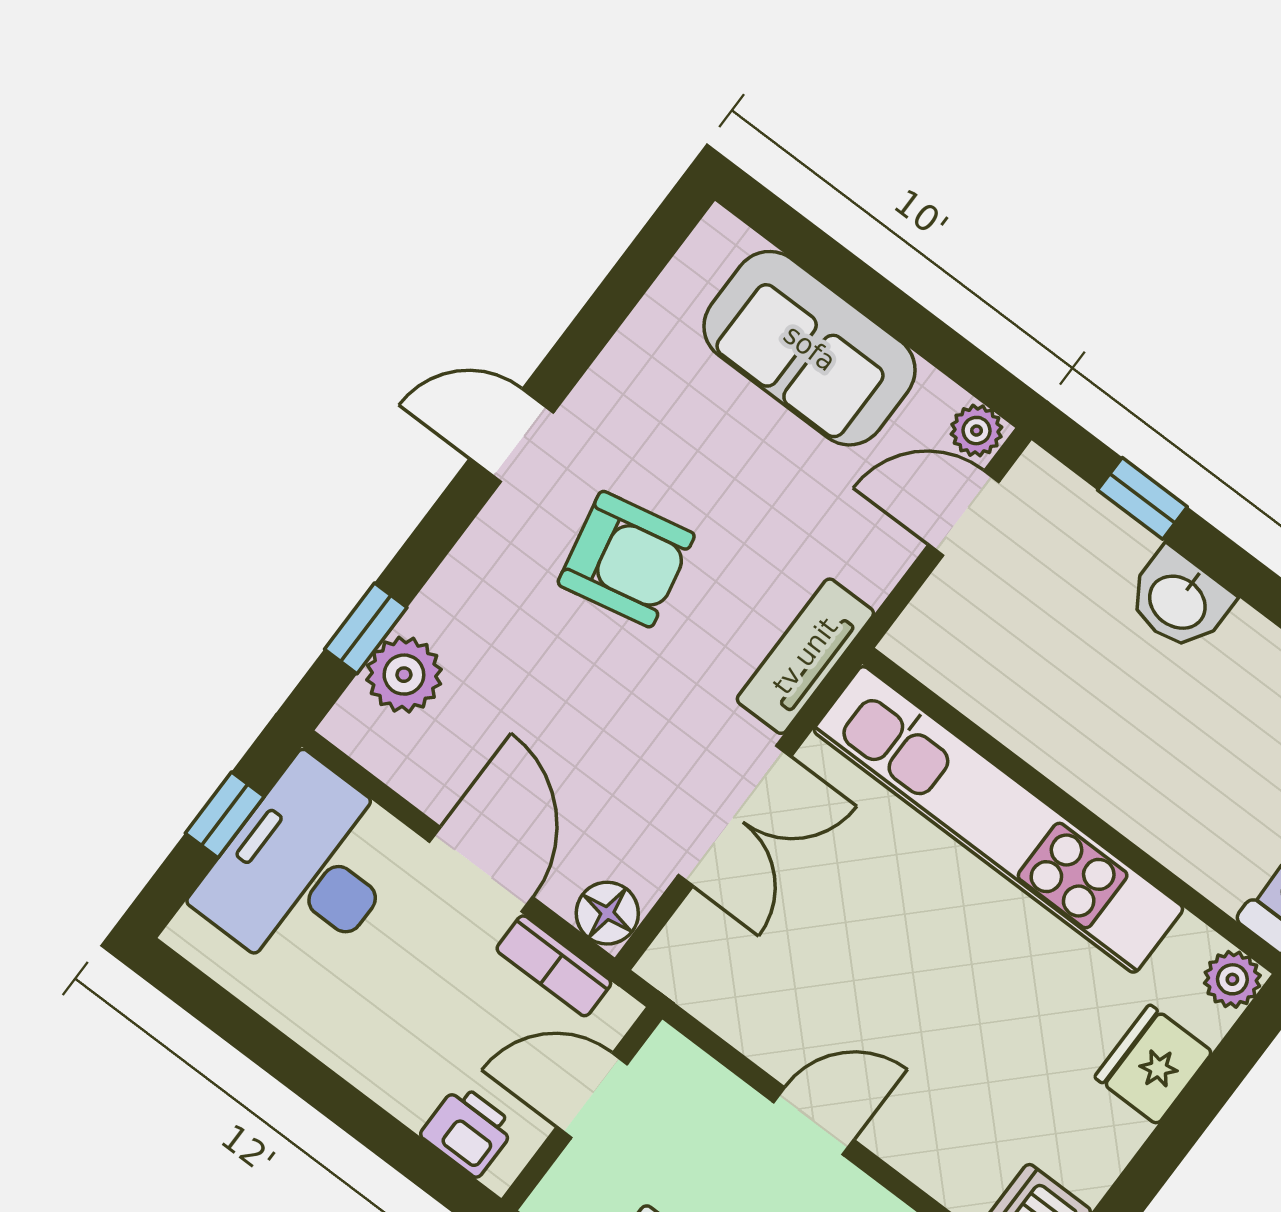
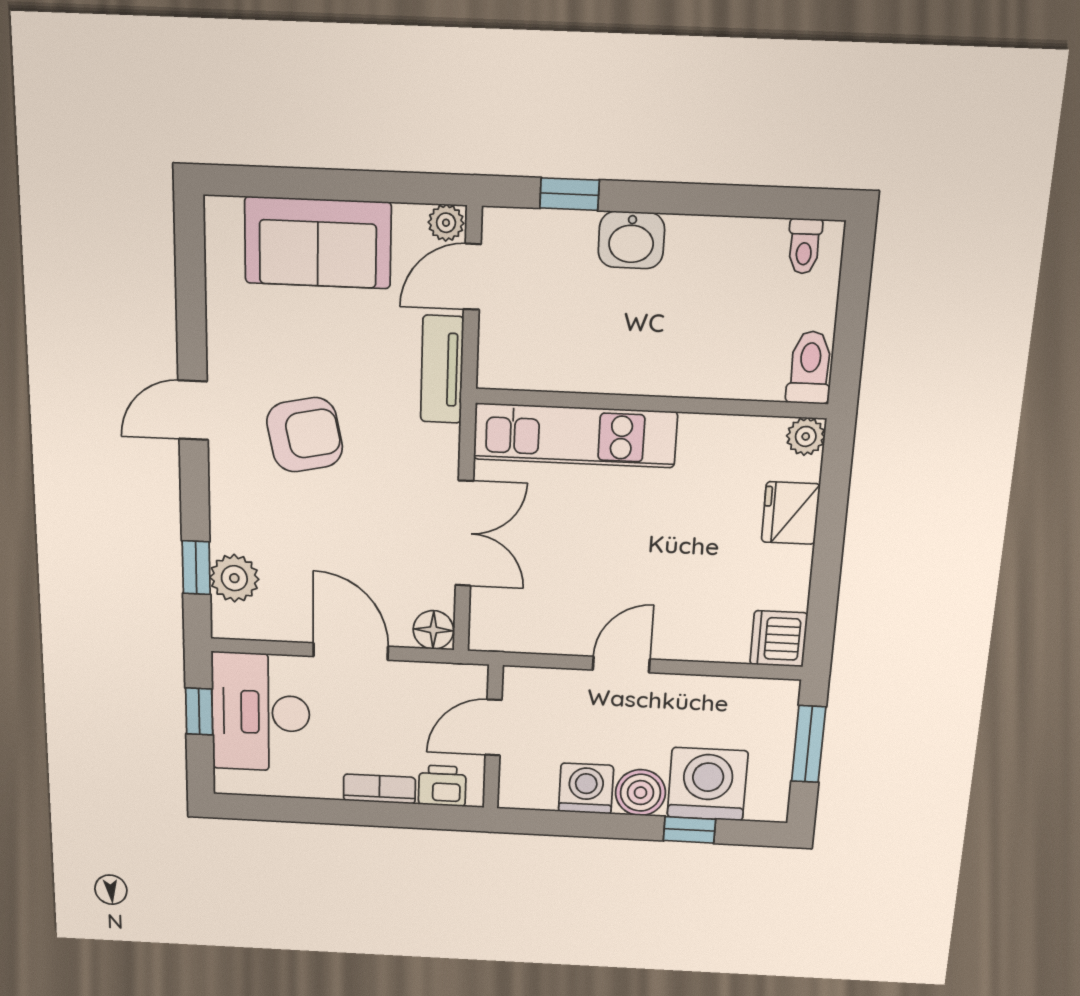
tv unit: (805, 656) -> (442, 369), moved
kitchen unit: (998, 819) -> (575, 435), width x0.73
bookcase: (554, 966) -> (379, 789), moved, turned 180

